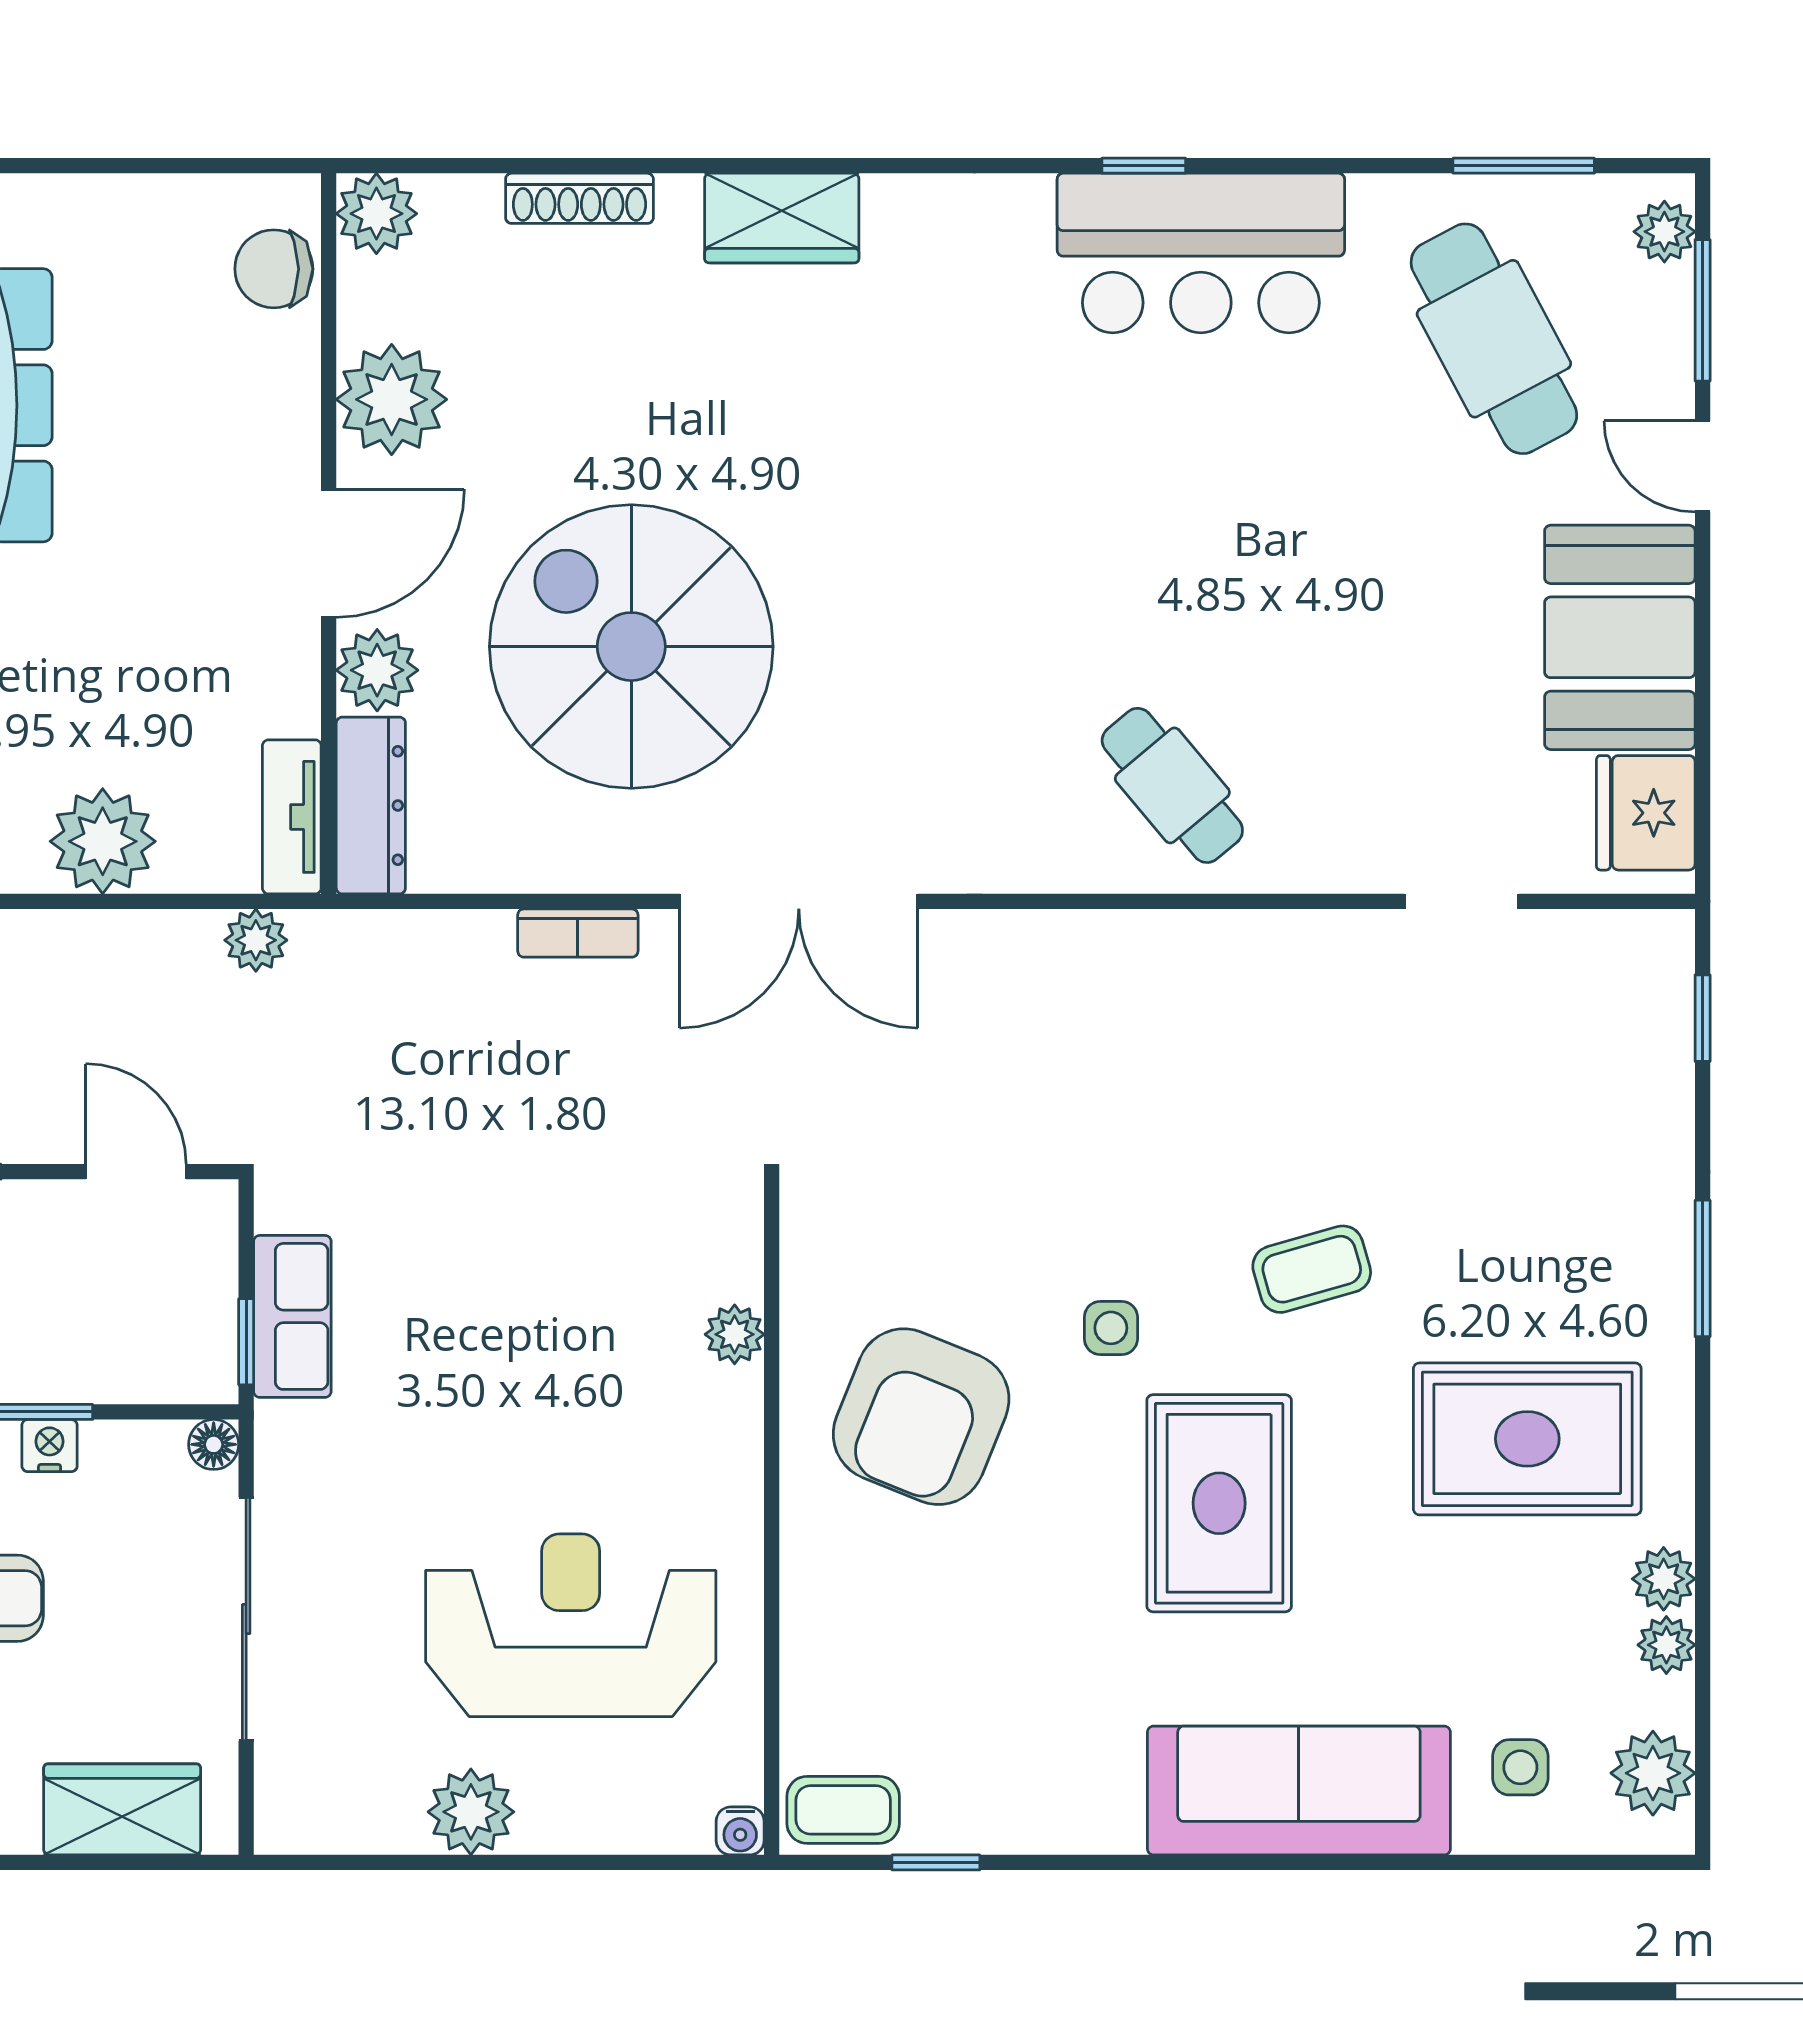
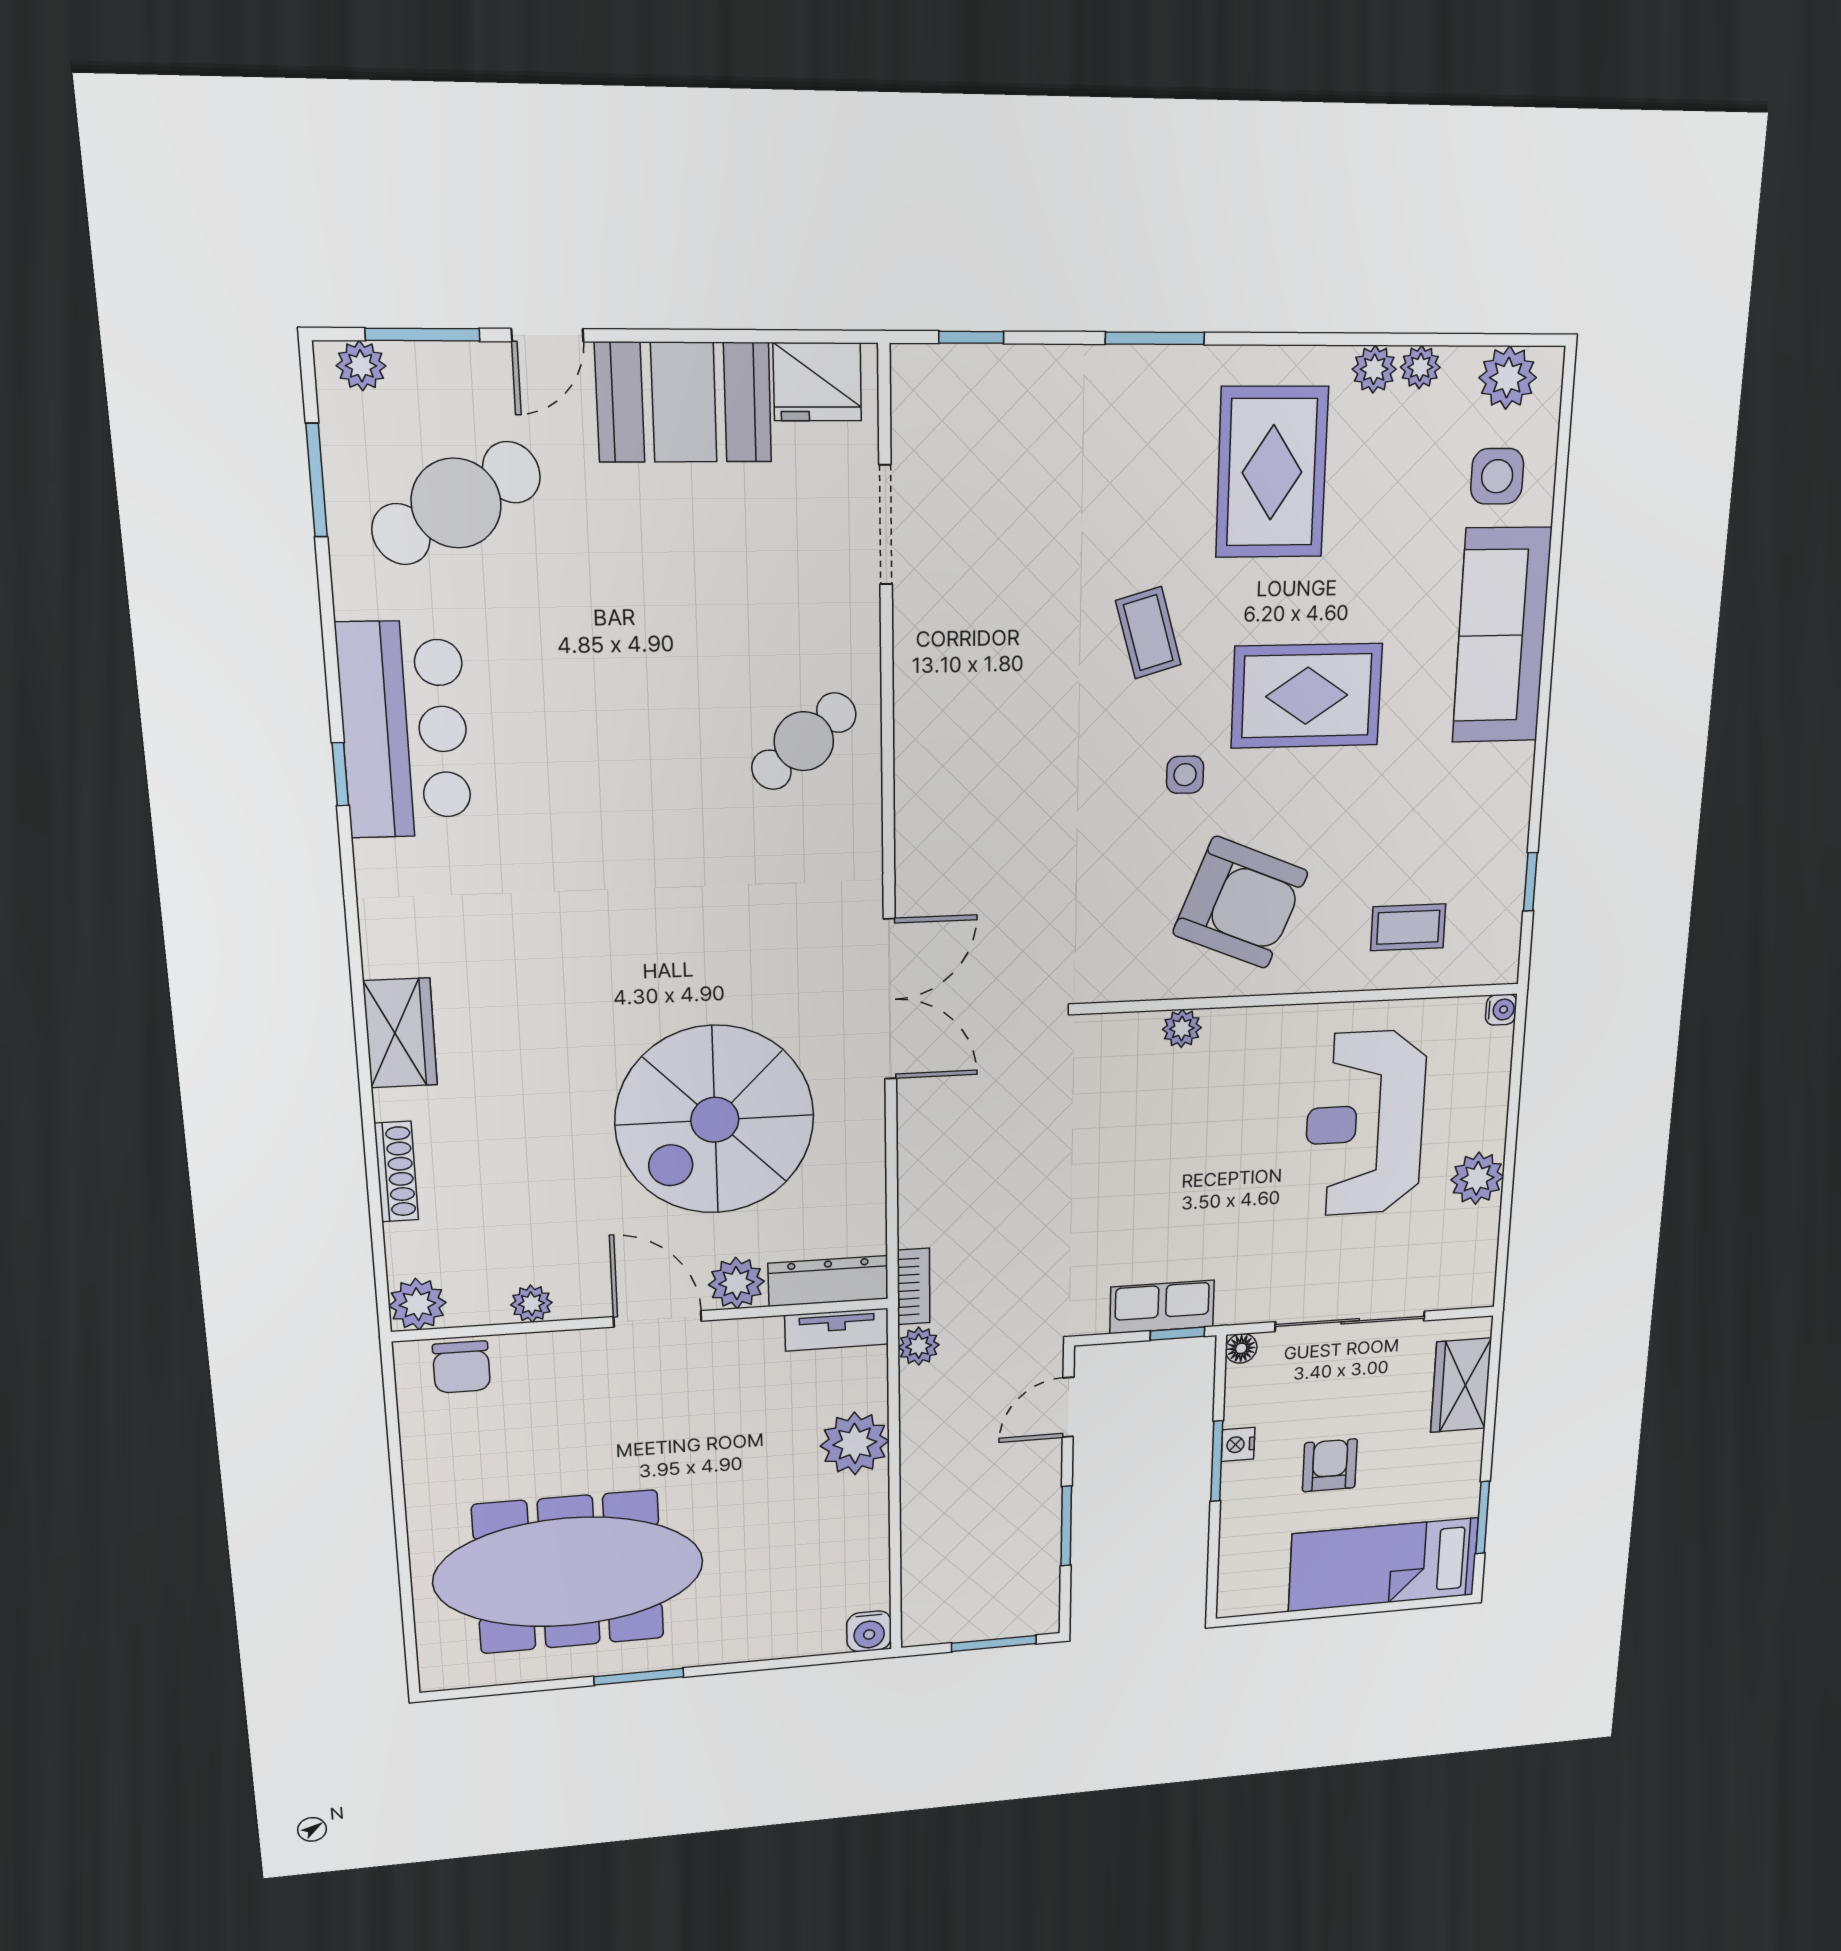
plant: (392, 399) -> (531, 1304), width x0.53, depth x0.53
doorway: (1462, 901) -> (885, 525), width x1.38
bookcase: (578, 933) -> (914, 1286), moved
side table: (1520, 1767) -> (1497, 476), width x1.37, depth x1.37
coffee table: (843, 1810) -> (1408, 927), moved, turned 90

